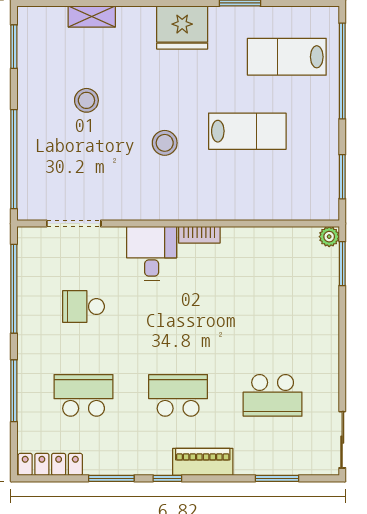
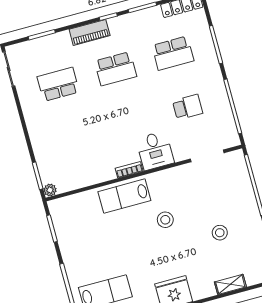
lab bench: (247, 131) -> (124, 196), moved

